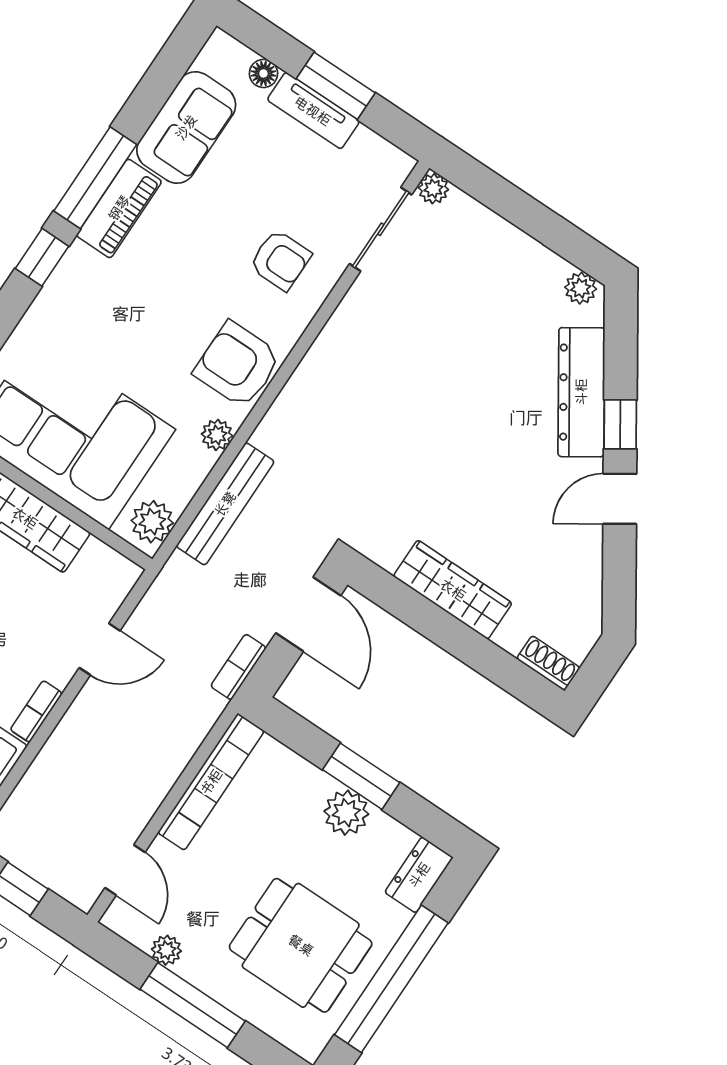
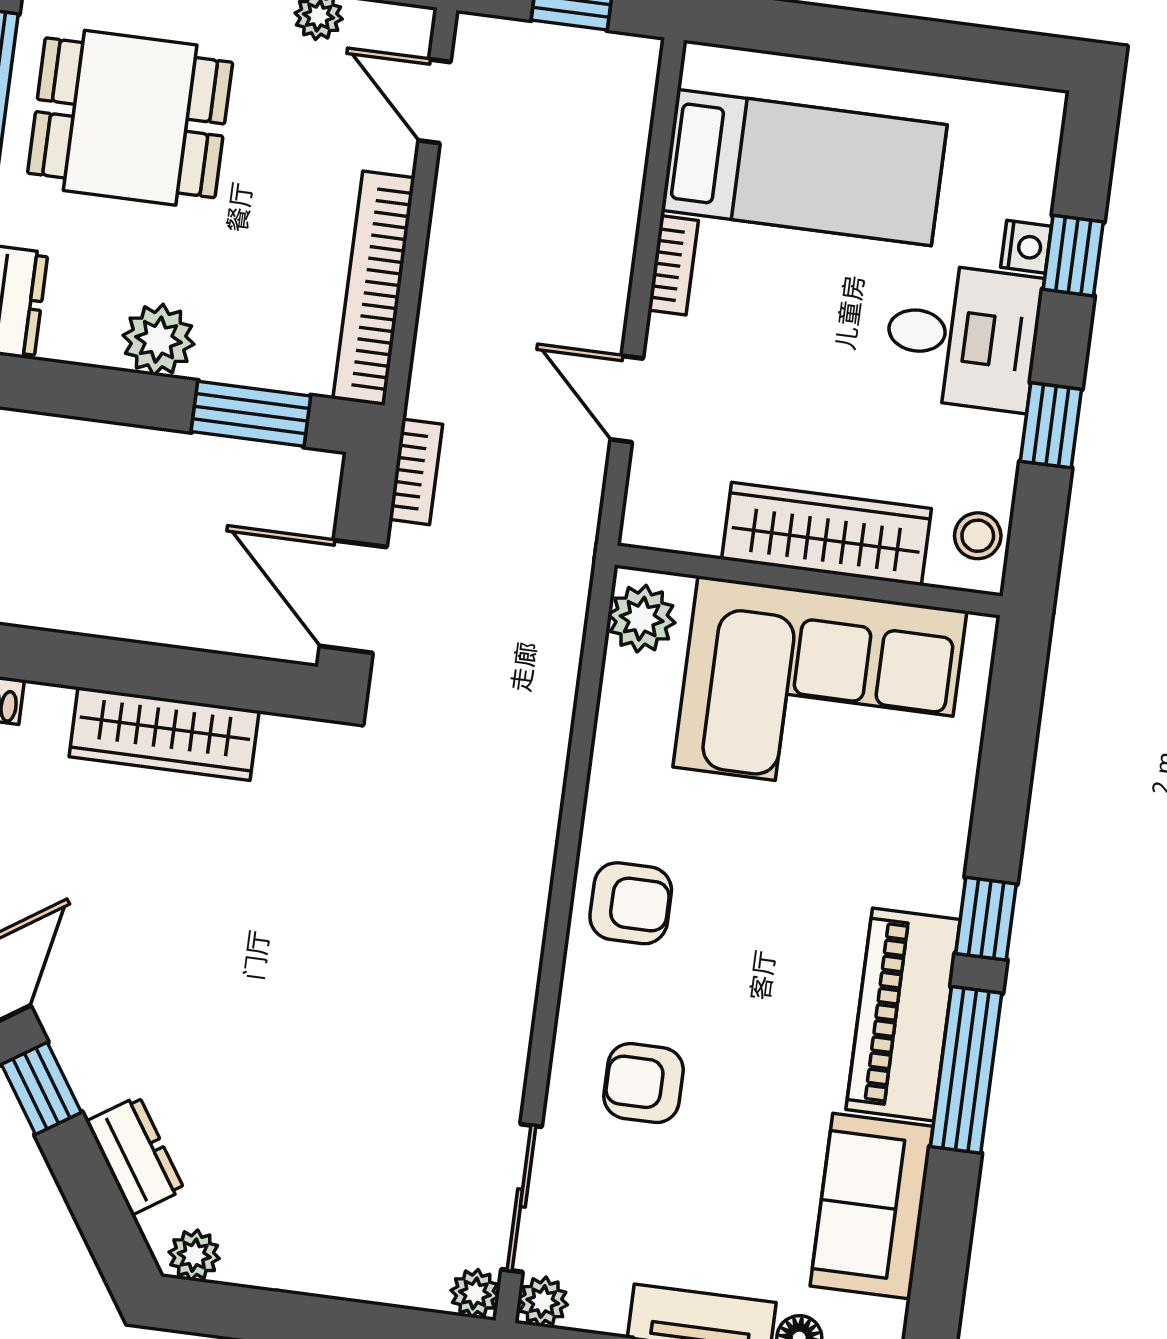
piano: (119, 208) -> (903, 1015), width x1.37, depth x1.33
armchair: (237, 365) -> (631, 903), width x0.72, depth x0.72
dresser: (581, 392) -> (135, 1155), width x0.51, depth x0.80
plant: (217, 435) -> (543, 1302), moved
bench: (225, 504) -> (550, 696), removed
door: (100, 649) -> (627, 399), hinge flipped
window: (361, 776) -> (251, 414), moved

